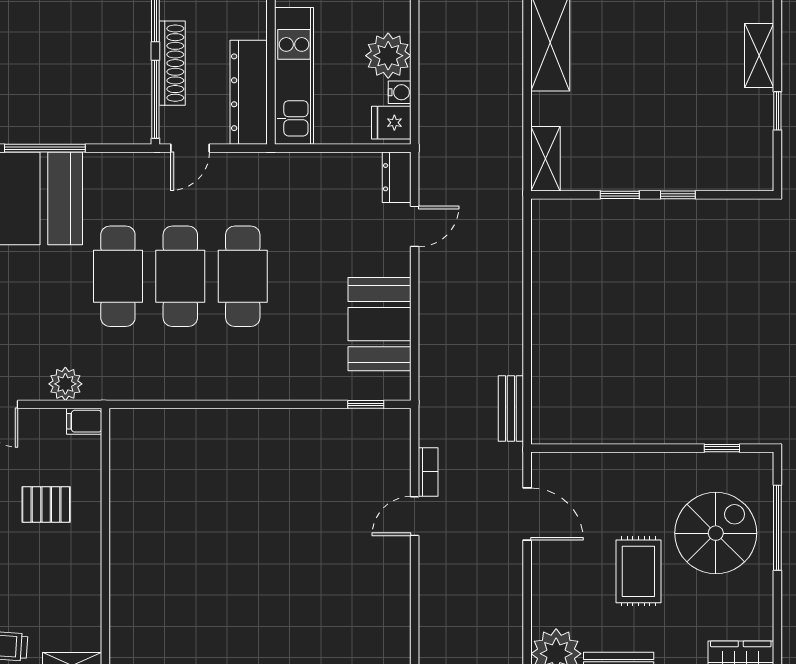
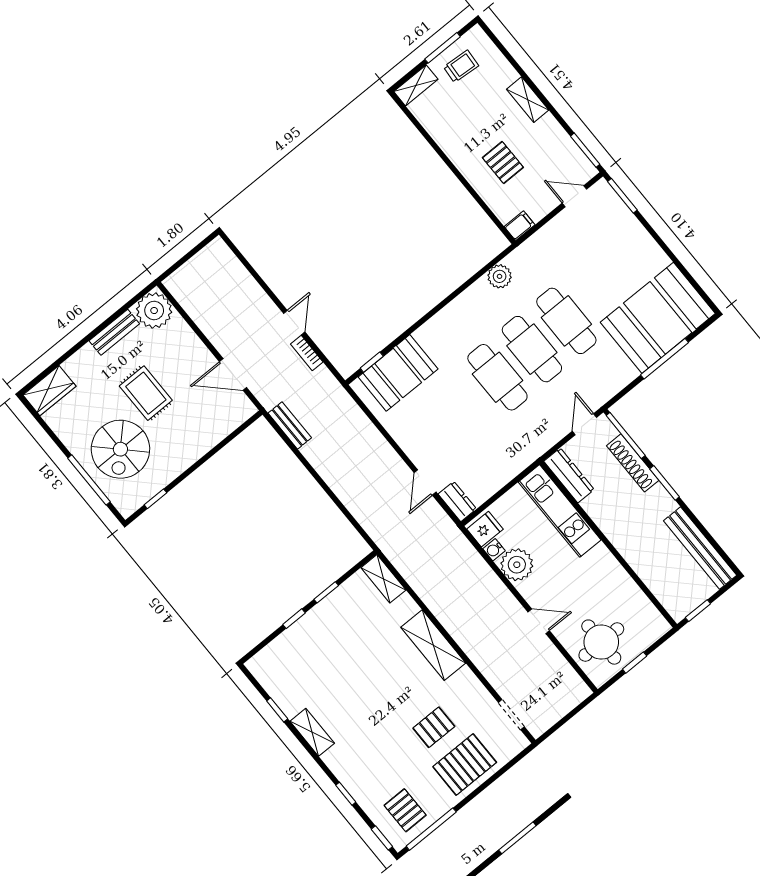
dresser: (249, 92) -> (569, 475), width x0.73, depth x0.80
booth: (380, 324) -> (398, 373), moved, turned 90
plant: (65, 384) -> (500, 276), moved
pallet: (46, 504) -> (503, 163), turned 90

